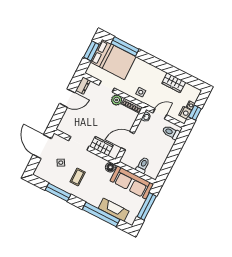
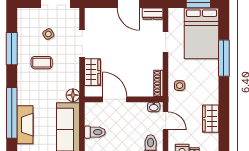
window: (125, 46) -> (224, 58), moved
plant: (117, 100) -> (156, 62), removed

